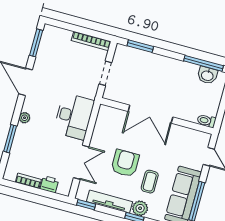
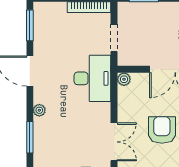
plant: (104, 111) -> (124, 79), added
desk: (74, 116) -> (92, 78), moved

